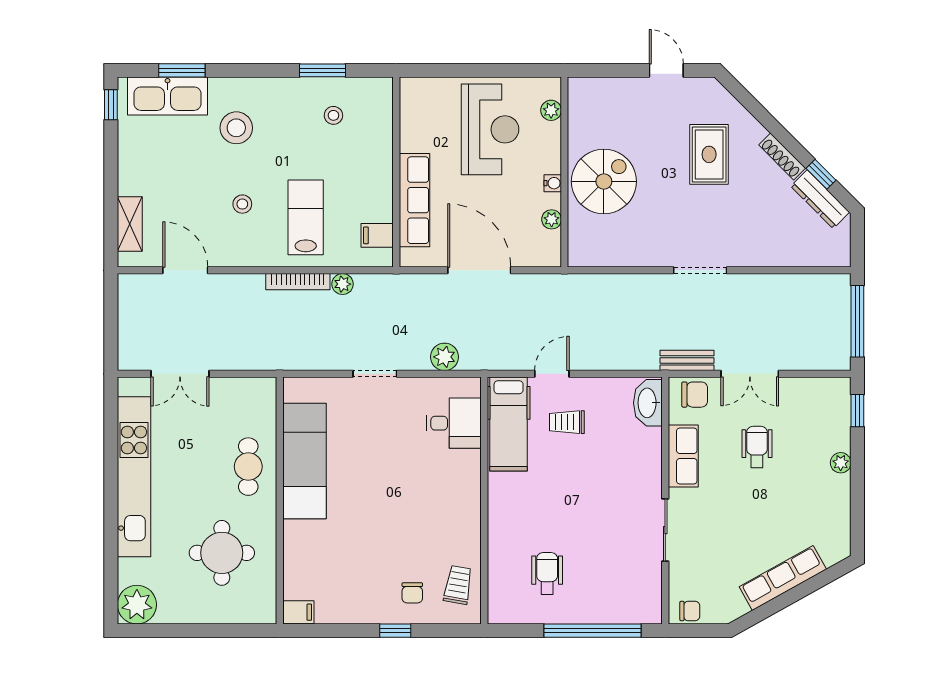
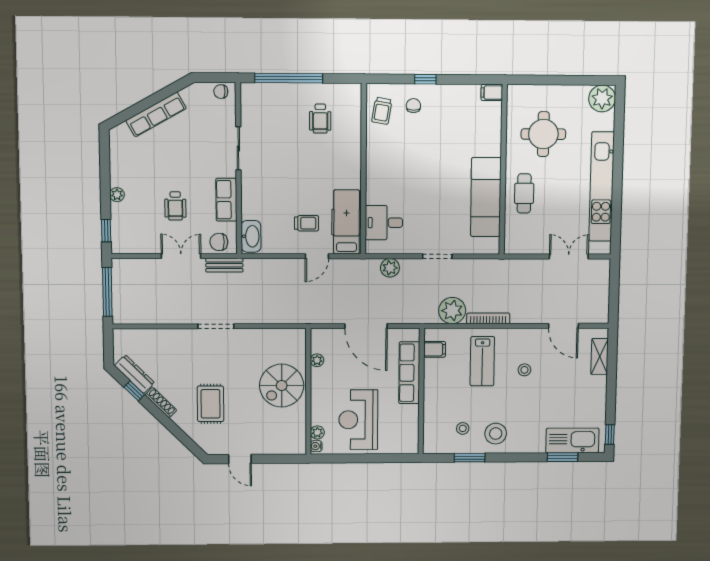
stool: (236, 128) -> (496, 434), moved
water cooler: (553, 183) -> (316, 446), moved
plant: (343, 284) -> (452, 311), width x1.88, depth x1.88

